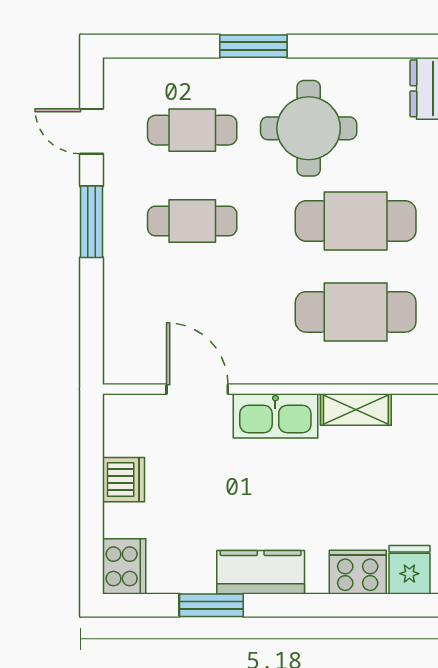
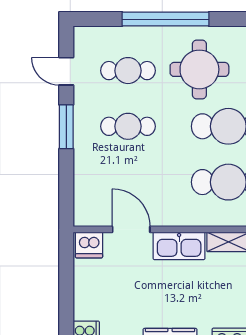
window: (253, 46) -> (165, 19), width x2.11
dishwasher: (124, 480) -> (89, 245), moved, turned 90

